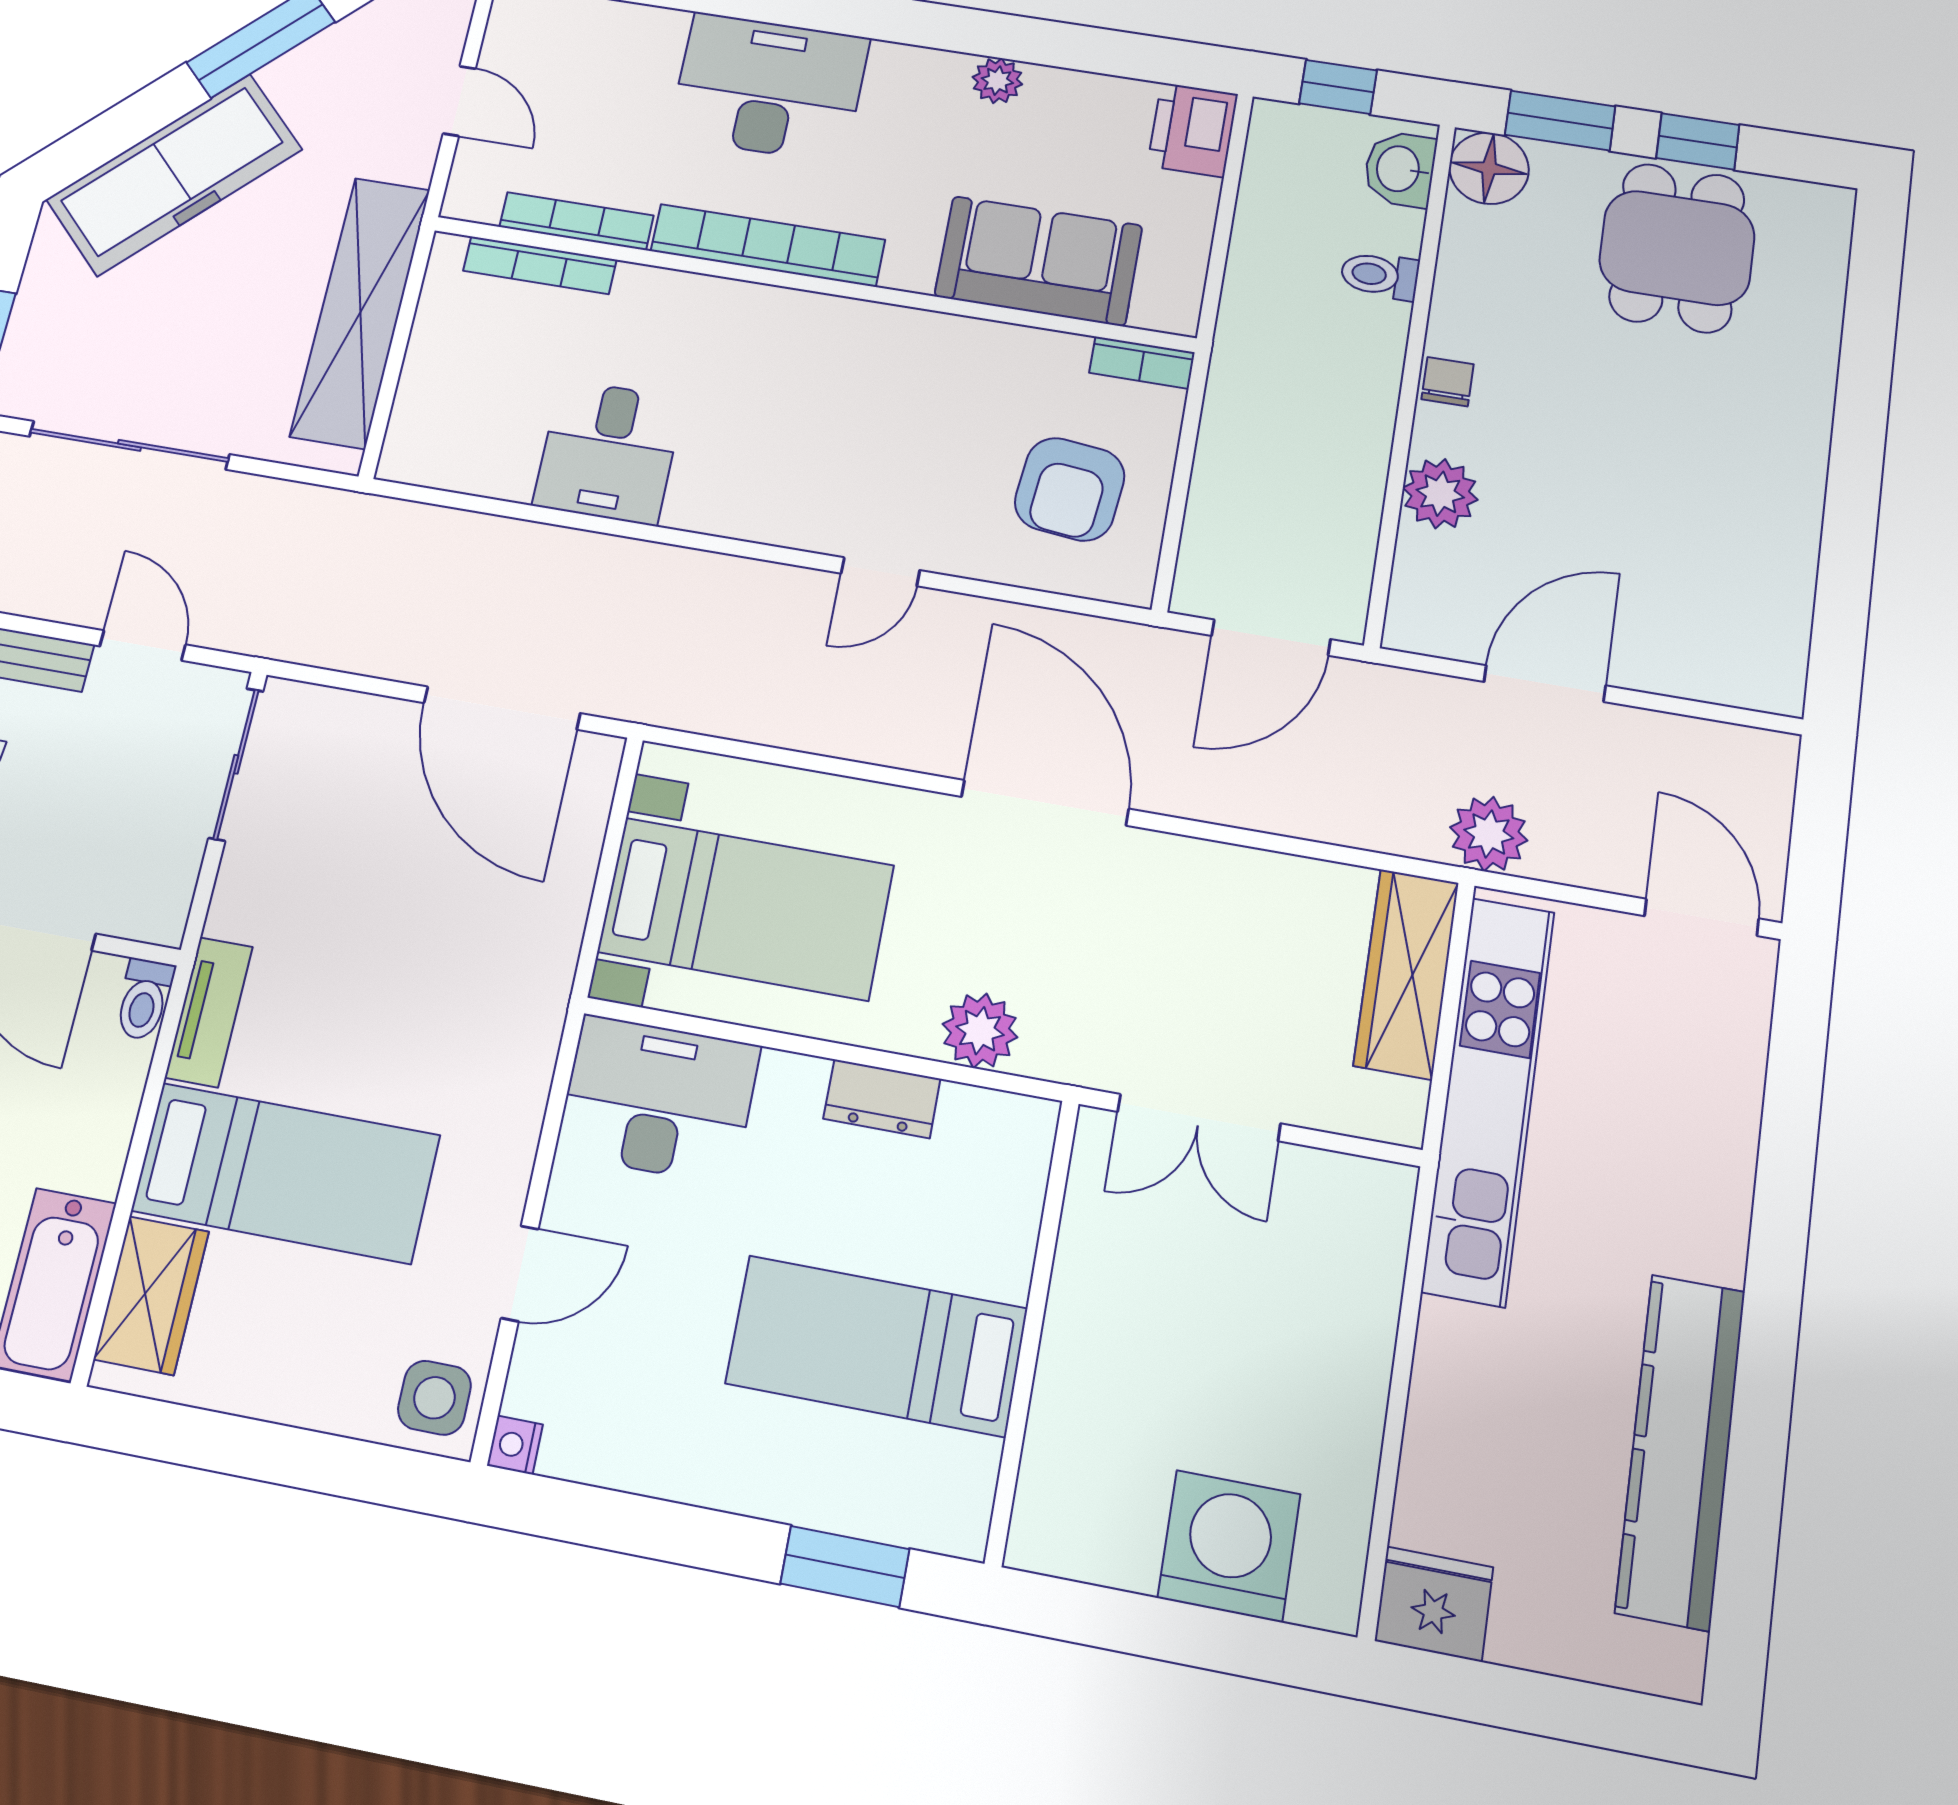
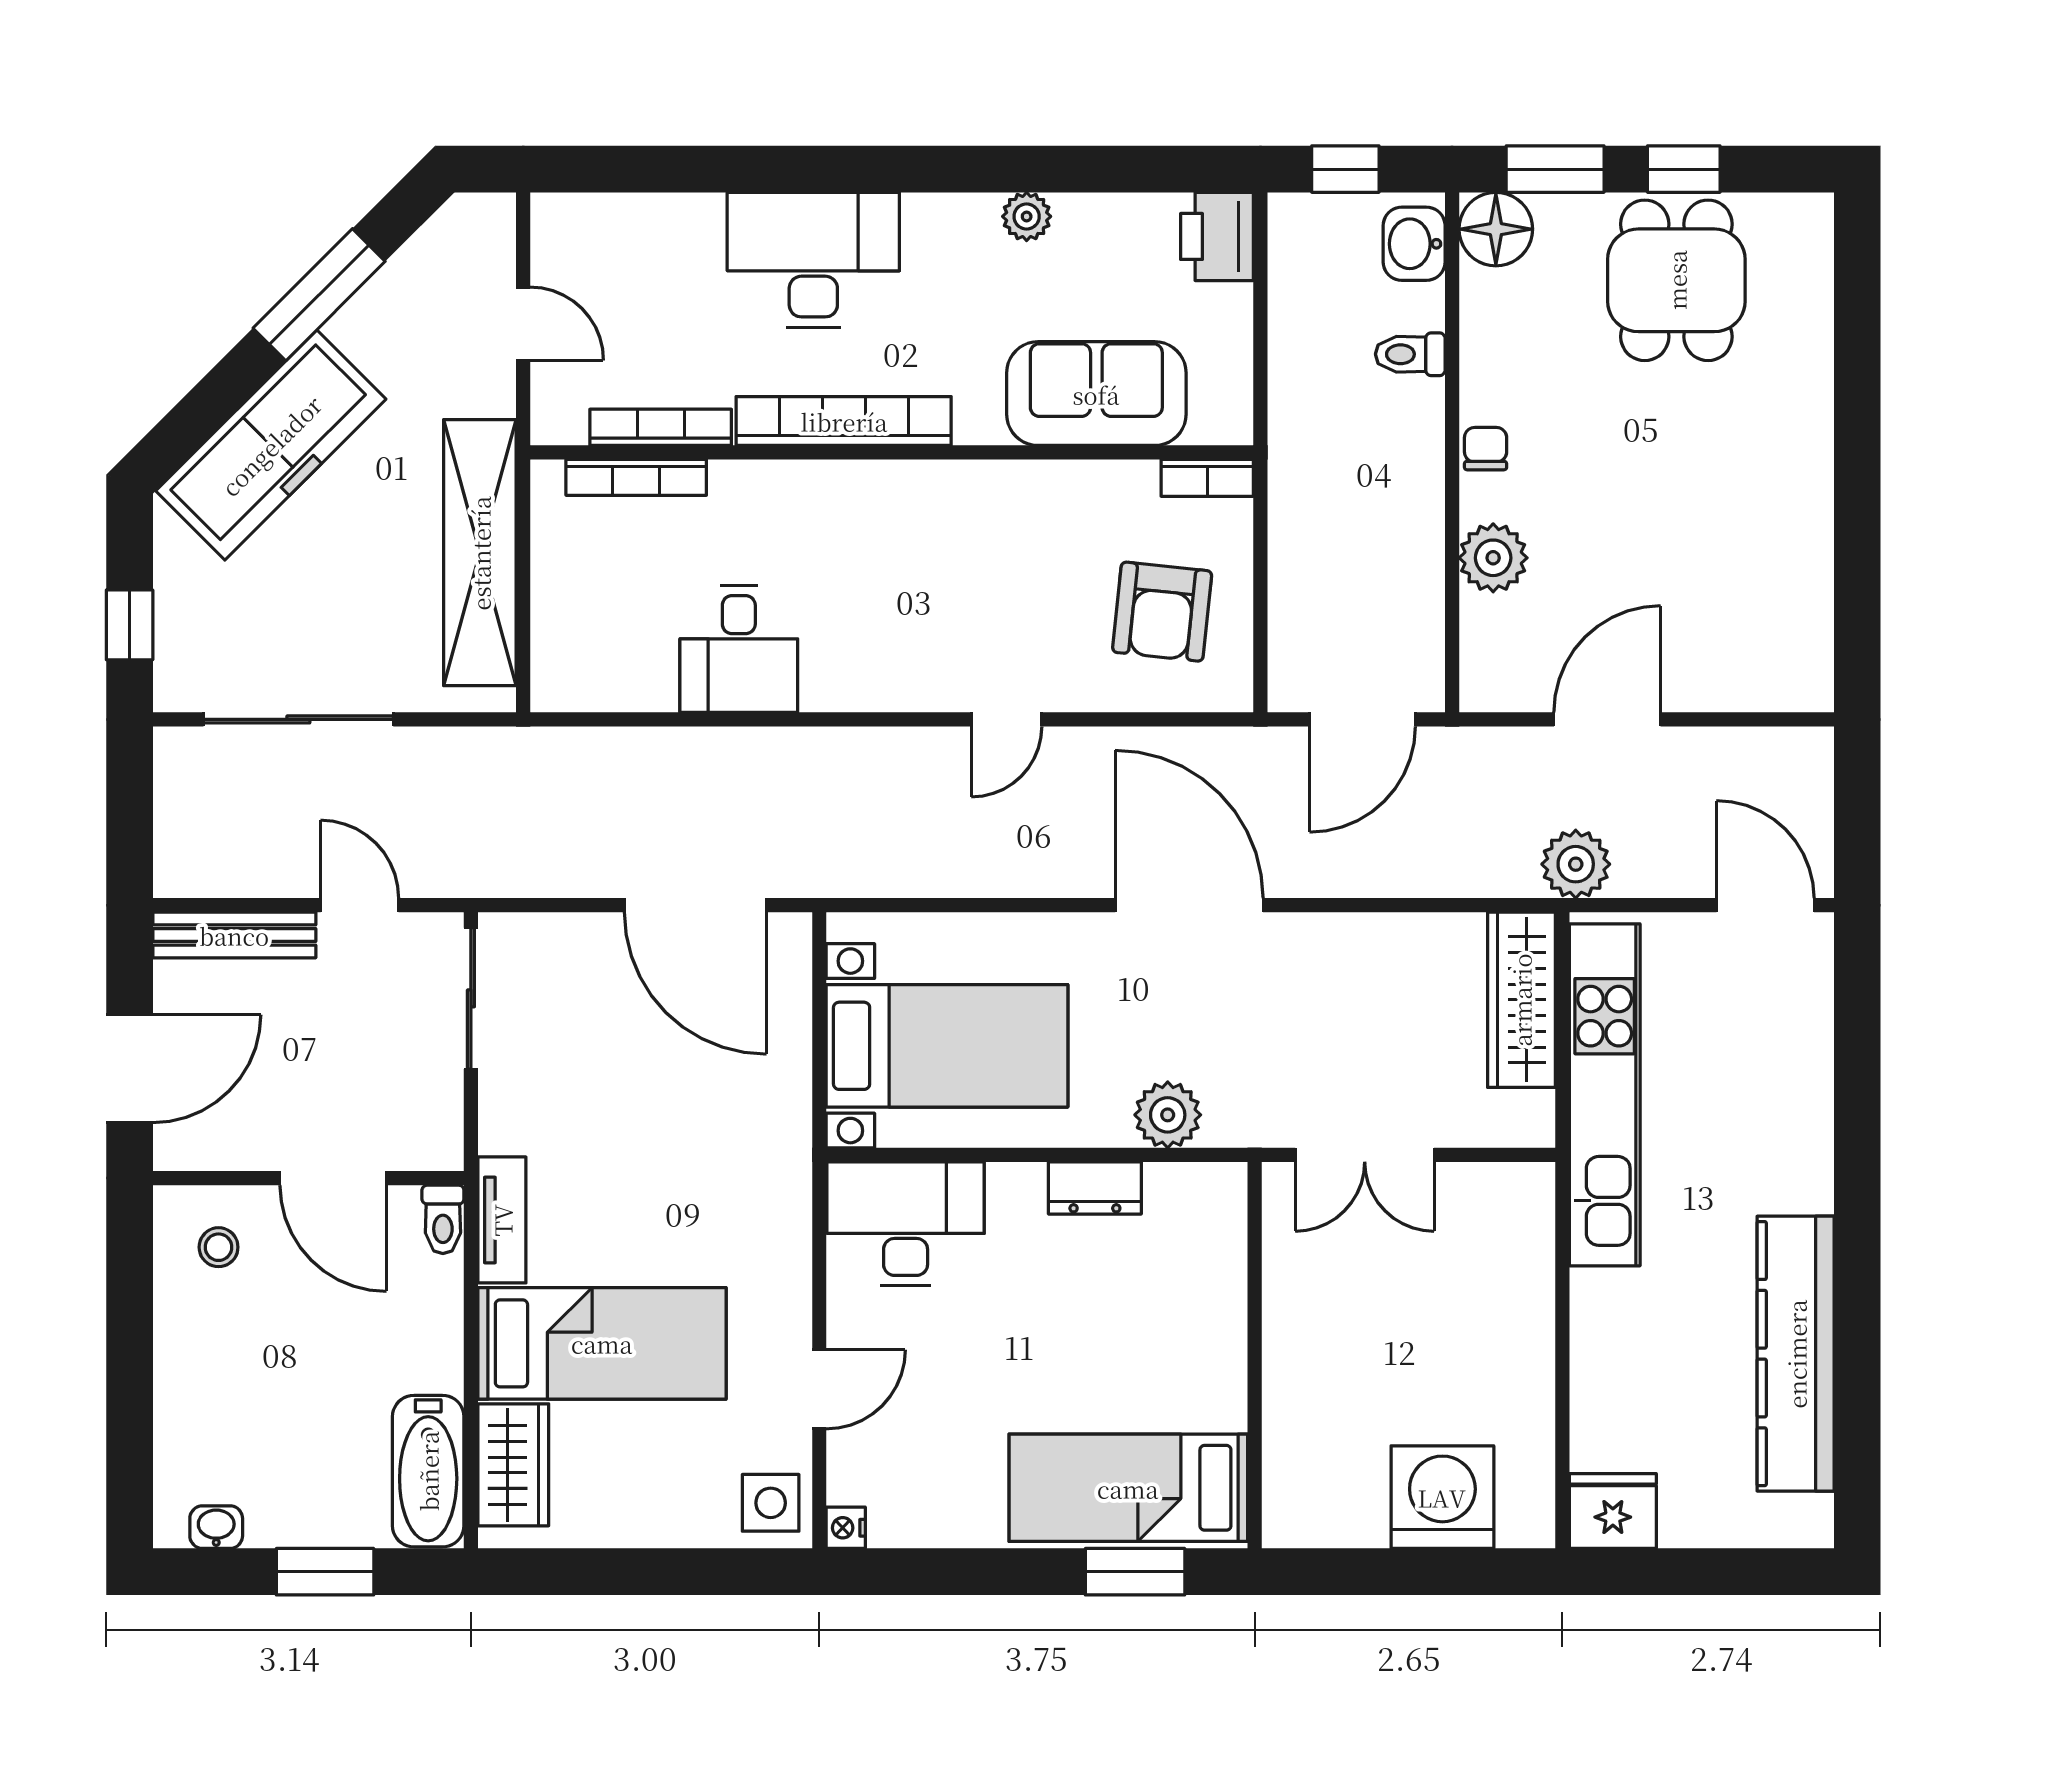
bed: (877, 1346) -> (1128, 1488), moved

